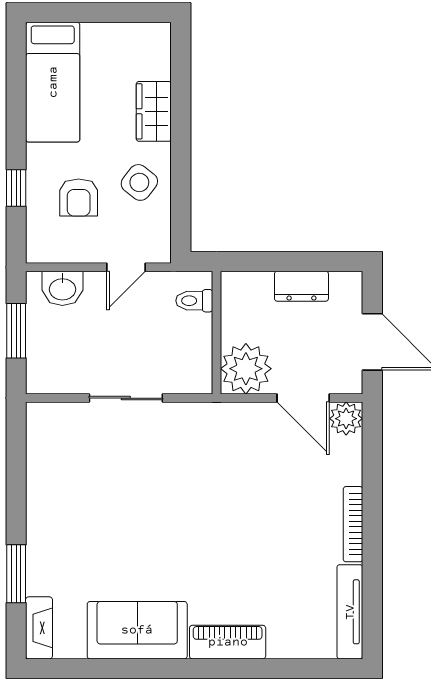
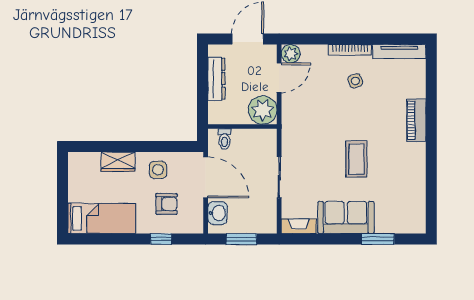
side table: (139, 182) -> (158, 170), turned -38
door: (126, 267) -> (206, 177), width x1.88
dresser: (301, 286) -> (216, 79), width x1.44
side table: (298, 534) -> (355, 81), added
coffee table: (158, 536) -> (356, 159), added
fireplace: (39, 628) -> (299, 226), moved
sofa: (137, 630) -> (346, 217), moved, turned 90

